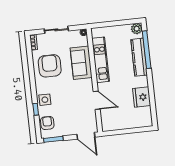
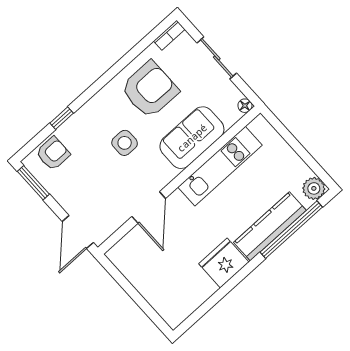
fridge: (142, 97) -> (224, 263), moved
side table: (45, 100) -> (125, 143), moved

